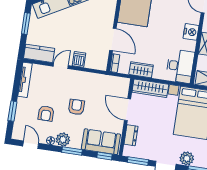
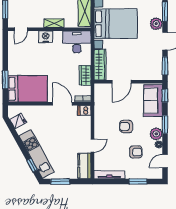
door: (113, 39) -> (62, 104), hinge flipped
dishwasher: (79, 59) -> (84, 110), moved
door: (61, 66) -> (92, 146), swing flipped
dresser: (131, 135) -> (143, 75), removed

